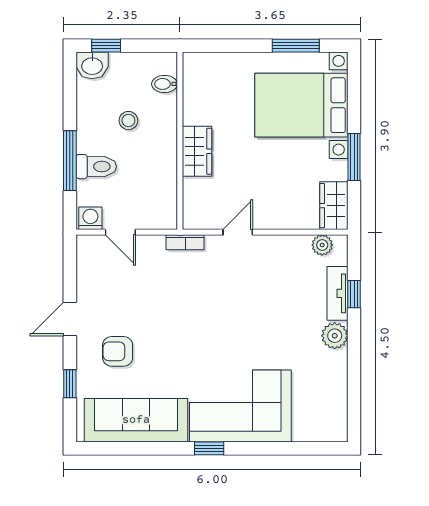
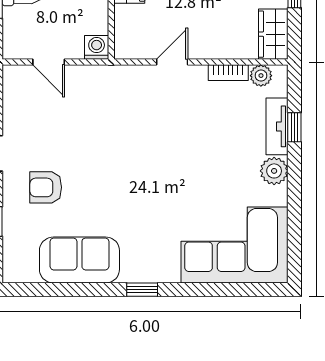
washing machine: (90, 218) -> (97, 47), moved
bookcase: (185, 242) -> (228, 73), moved
corner sofa: (240, 406) -> (235, 245), moved
sofa: (136, 420) -> (79, 260), width x0.73

